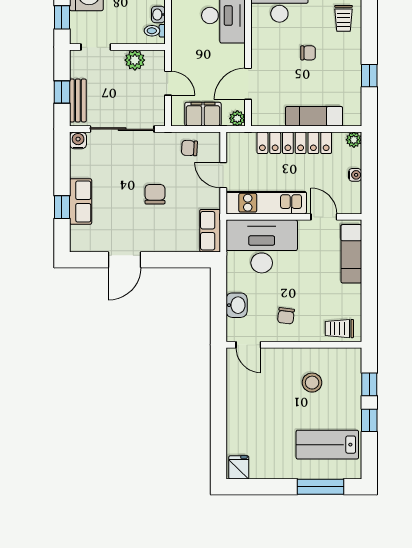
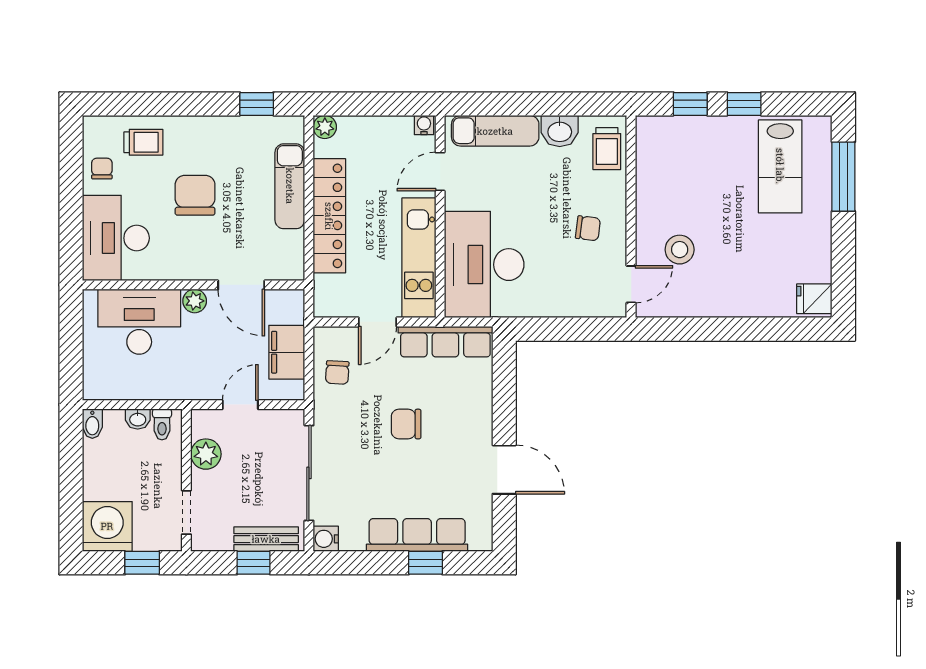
chair: (308, 53) -> (195, 195), width x1.87, depth x1.87
window: (369, 76) -> (257, 104), moved
plant: (237, 118) -> (195, 301), moved
water cooler: (355, 175) -> (424, 125), moved
row of seats: (81, 202) -> (417, 535), width x1.48
row of seats: (210, 231) -> (445, 342), width x1.48
washbasin: (237, 305) -> (560, 131), moved, turned 180
stool: (312, 383) -> (680, 250), moved

